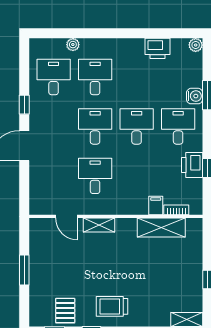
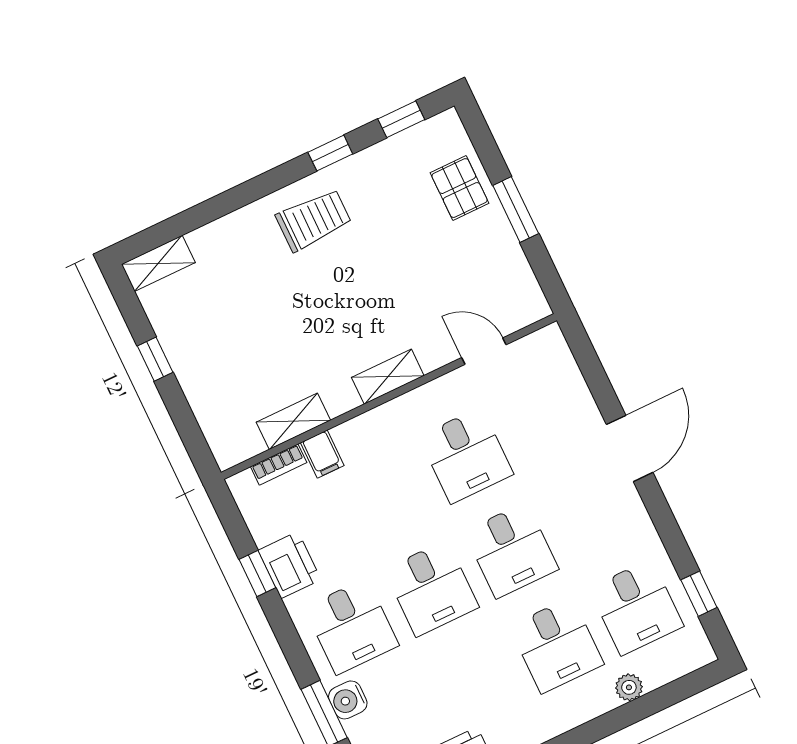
window: (24, 105) -> (699, 594), moved
shelving: (99, 225) -> (388, 377), moved
shelving: (161, 228) -> (293, 421), width x0.67, depth x0.75
pallet: (65, 311) -> (459, 188), moved

